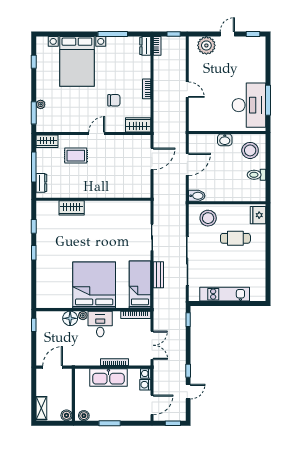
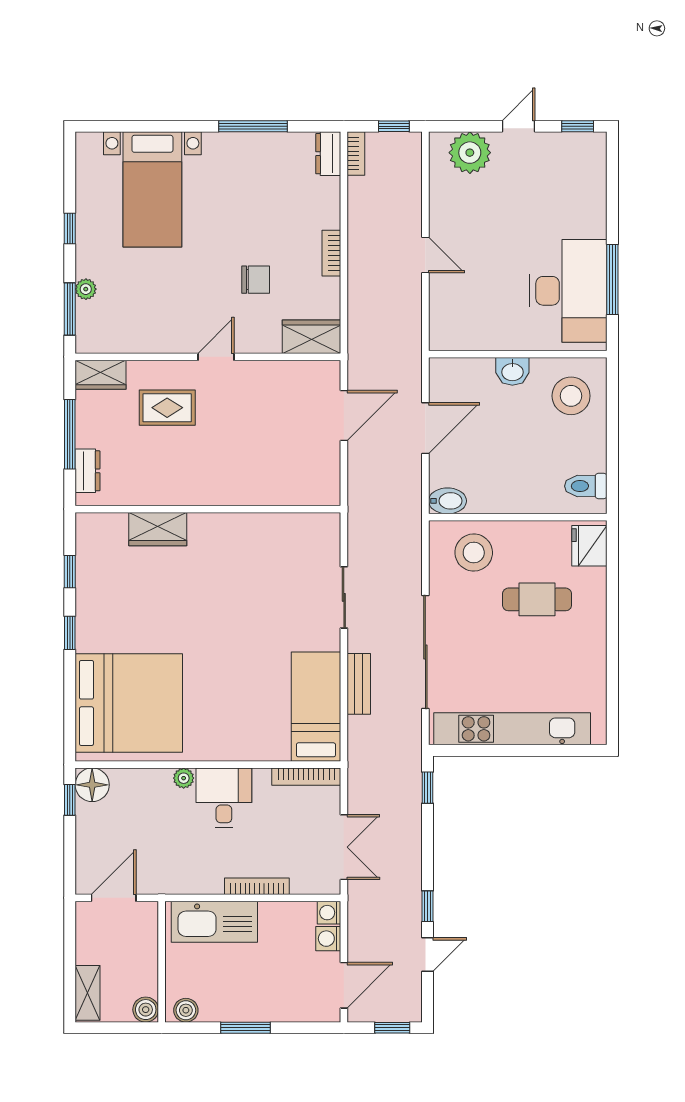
bed with nightstands: (77, 61) -> (152, 189), width x0.73
window: (34, 62) -> (70, 228), moved
toilet: (256, 175) -> (586, 486), moved
bed: (94, 285) -> (129, 703), moved, turned 90
kitchen unit: (225, 294) -> (512, 729), width x1.36
floor lamp: (70, 318) -> (92, 785), moved
kitchen sink: (108, 377) -> (214, 922), moved

